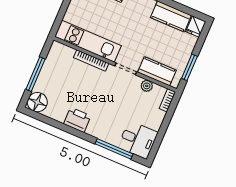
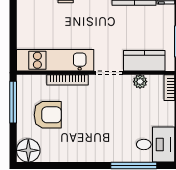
window: (35, 74) -> (13, 102), moved
armchair: (64, 81) -> (48, 115), added
printer: (77, 120) -> (80, 151), removed

